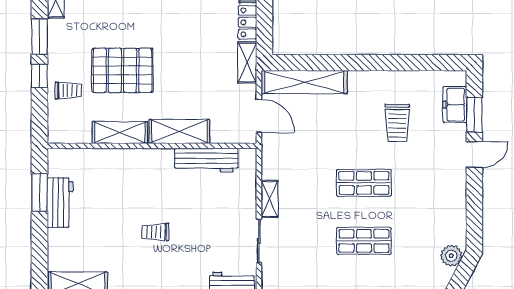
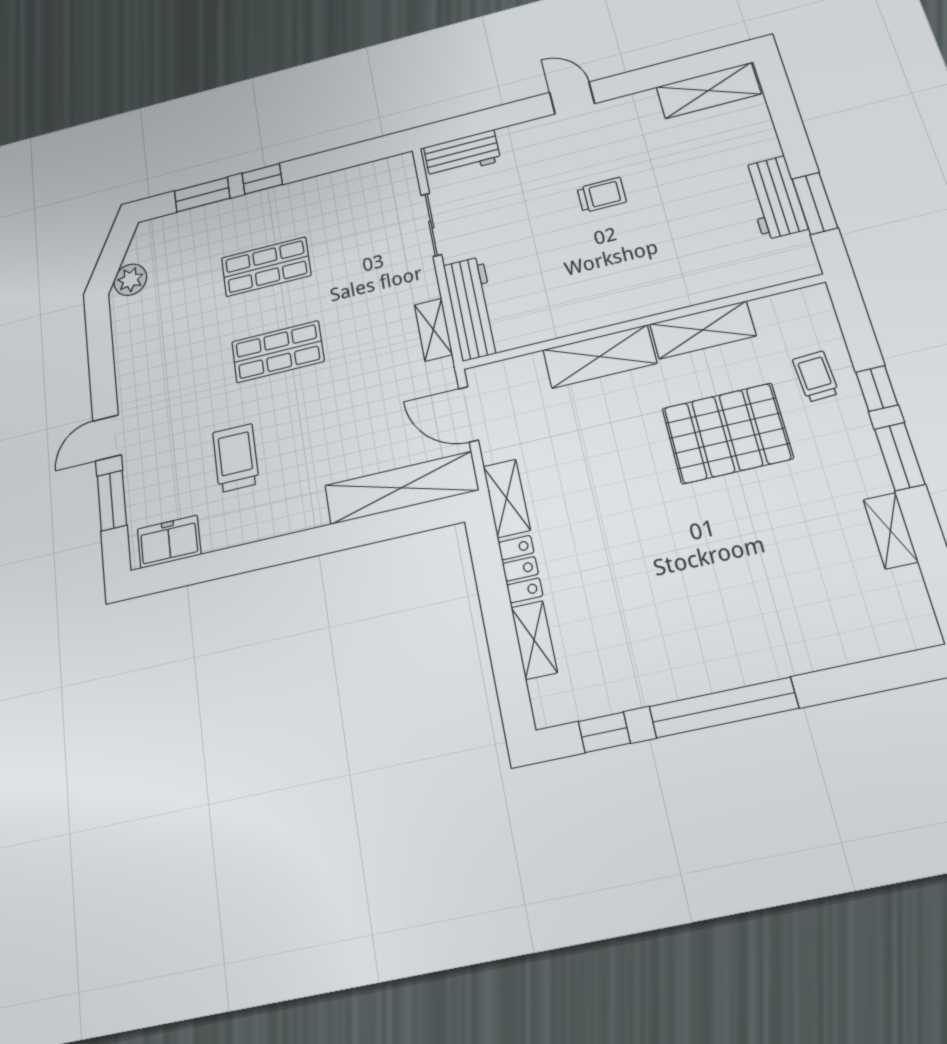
trolley: (68, 90) -> (816, 376), turned 87
freezer: (455, 105) -> (169, 542), moved, turned -90
workbench: (206, 160) -> (472, 308), moved, turned 90
shelving: (270, 199) -> (433, 330), moved

